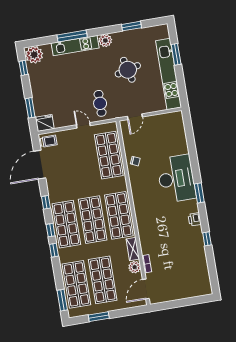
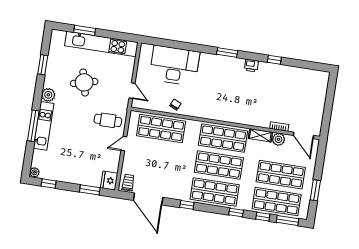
plant: (34, 55) -> (34, 172), width x0.53, depth x0.53
desk: (176, 179) -> (174, 65), moved
window: (51, 230) -> (263, 217), moved

